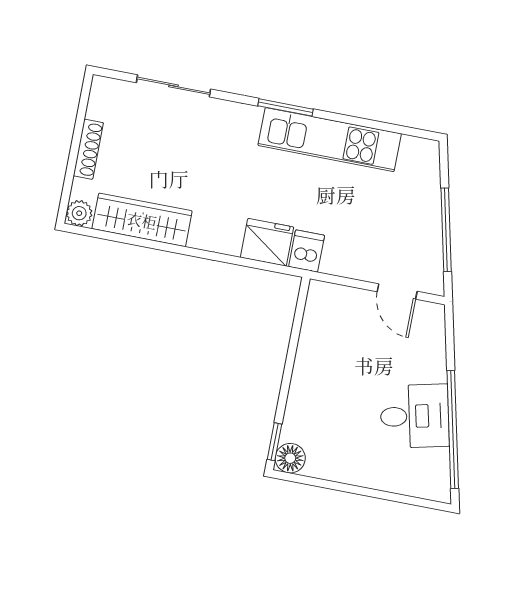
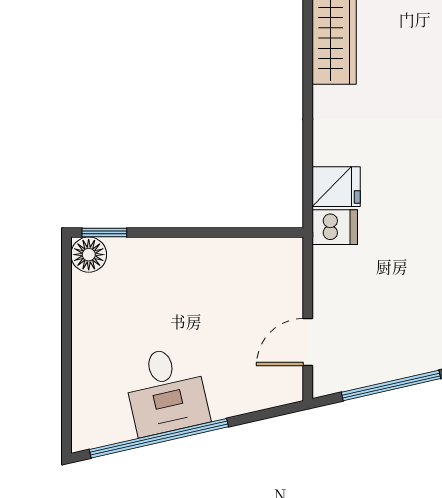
fridge: (267, 242) -> (336, 187), width x0.72

